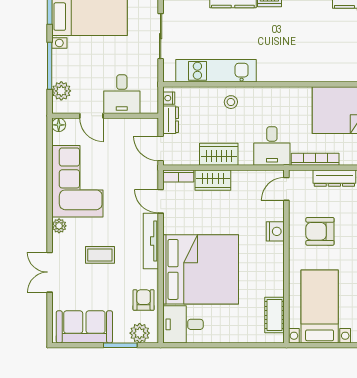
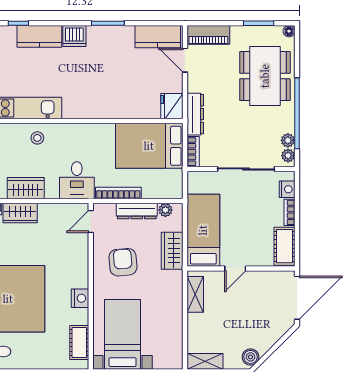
nightstand: (275, 231) -> (80, 298), moved
armchair: (320, 231) -> (123, 262), turned 85

